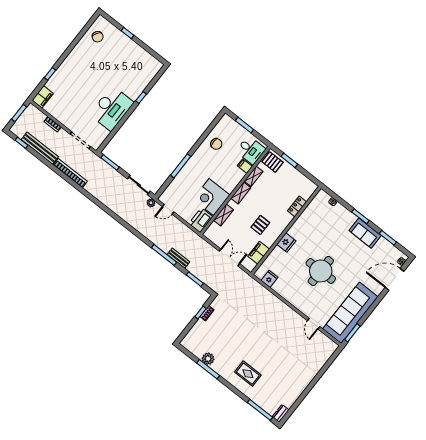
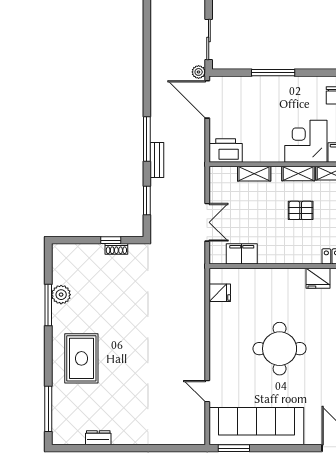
corner desk: (211, 197) -> (306, 141), moved
door: (168, 209) -> (207, 99), width x1.88
pallet: (260, 225) -> (301, 210), moved
fridge: (286, 243) -> (318, 278), moved
door: (314, 324) -> (207, 391), hinge flipped
rug: (248, 374) -> (81, 358), width x1.36, depth x1.43
dresser: (281, 413) -> (98, 438), moved

